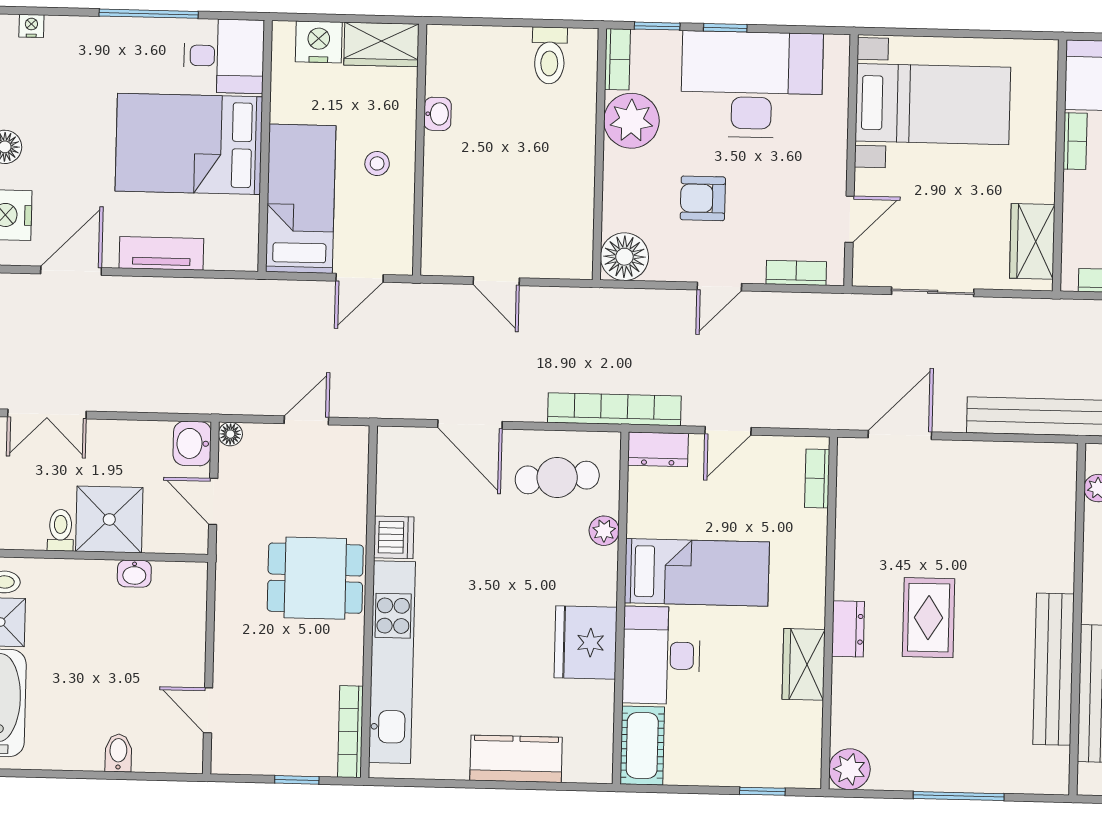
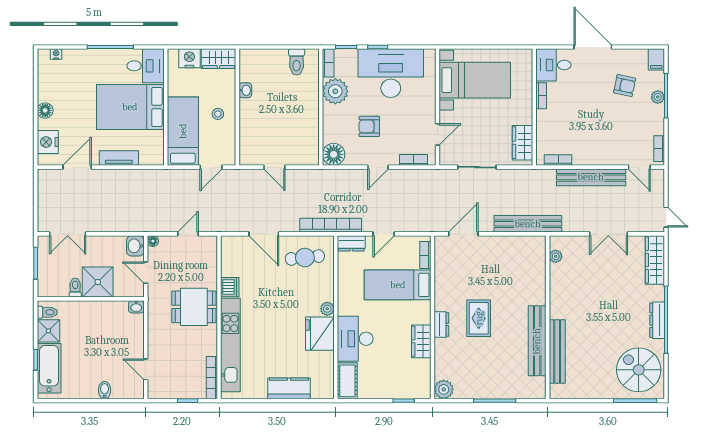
plant: (604, 531) -> (327, 309), moved
bed: (697, 572) -> (398, 285), moved, turned 180
washbasin: (134, 574) -> (136, 307), moved

